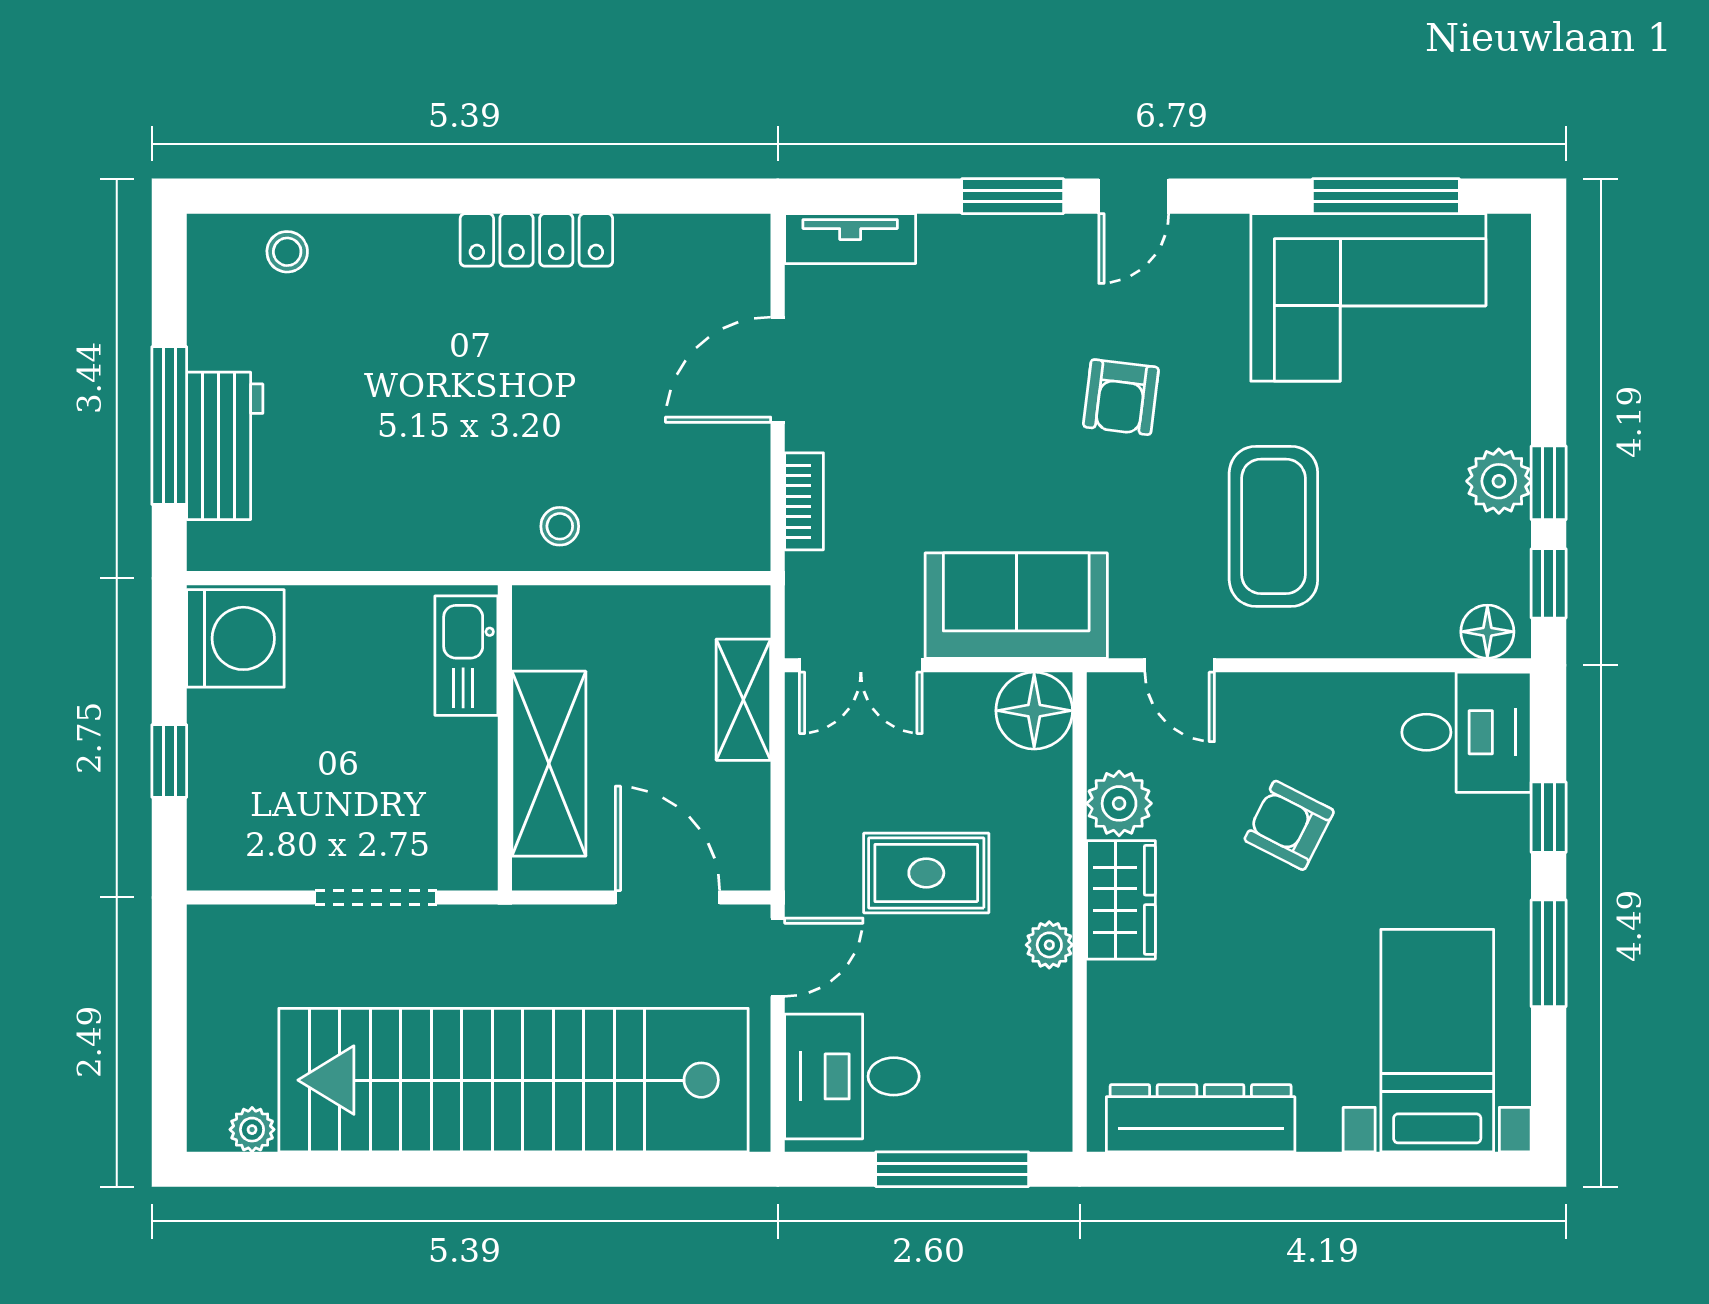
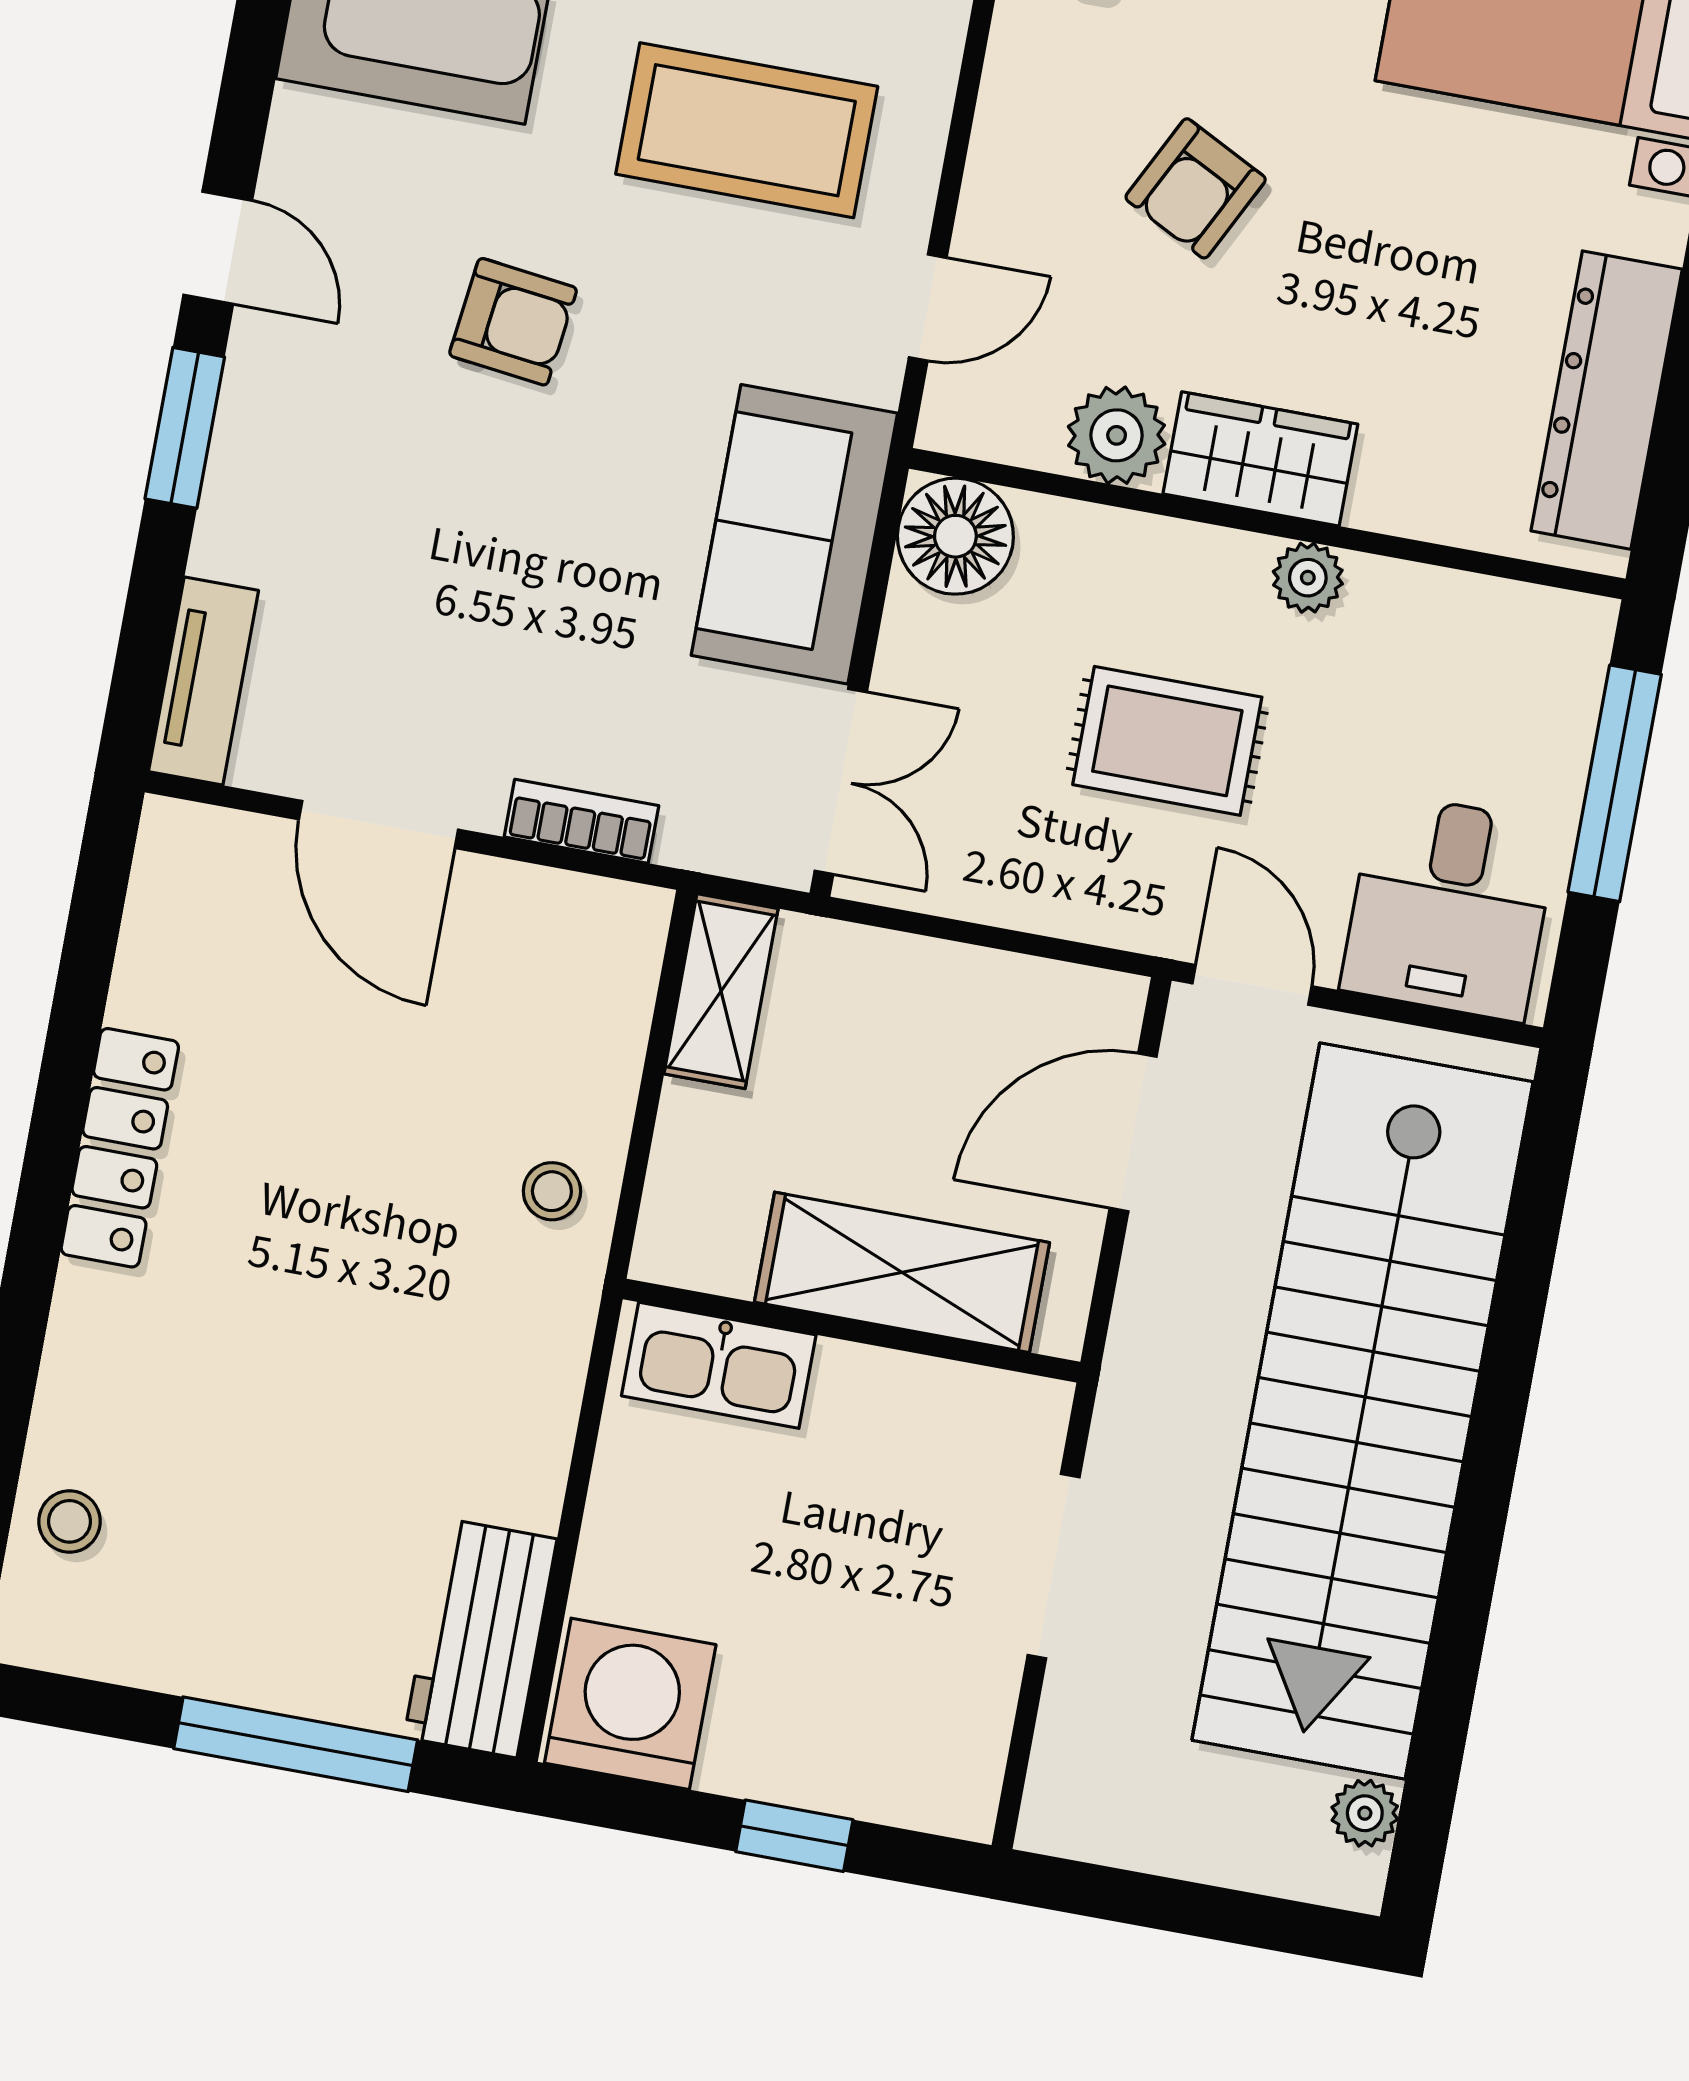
workbench: (225, 446) -> (480, 1638), moved, turned -90
shelving: (743, 700) -> (721, 991), moved, turned 90
rug: (926, 873) -> (1167, 741), turned 90

